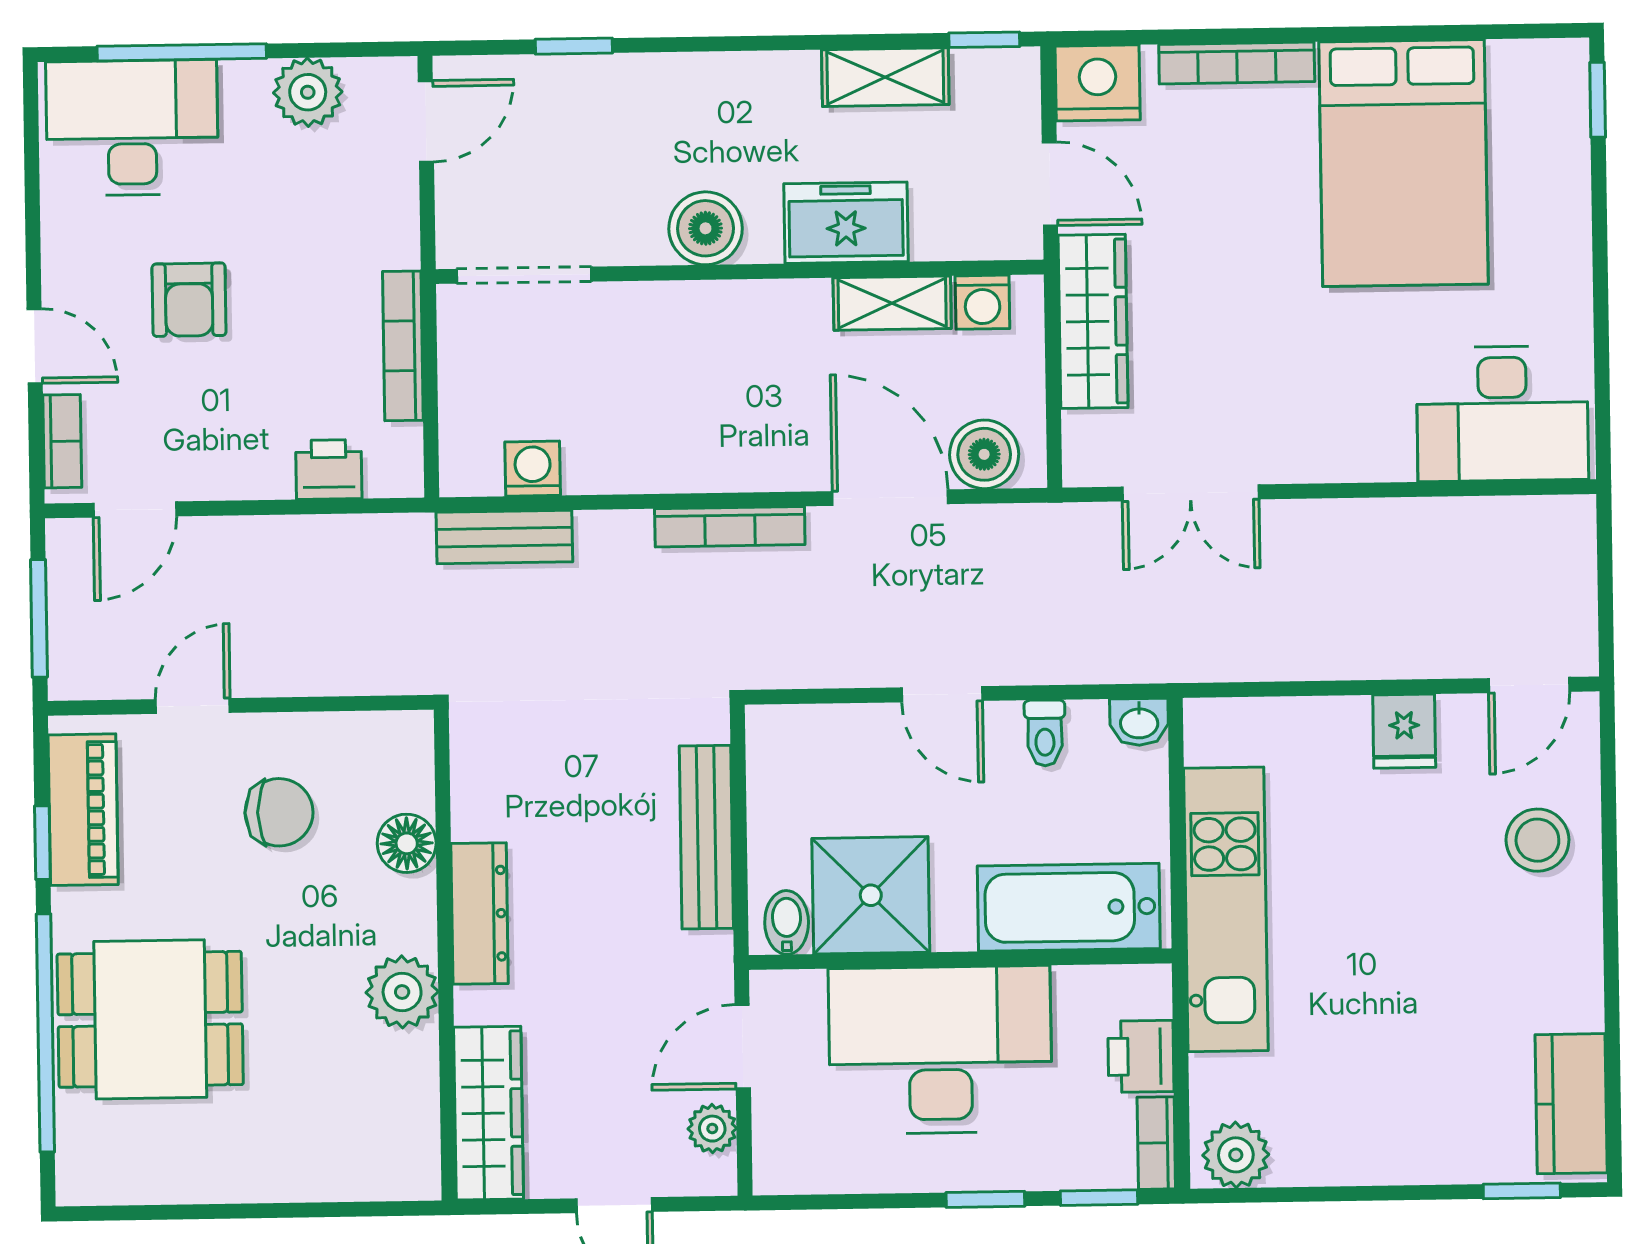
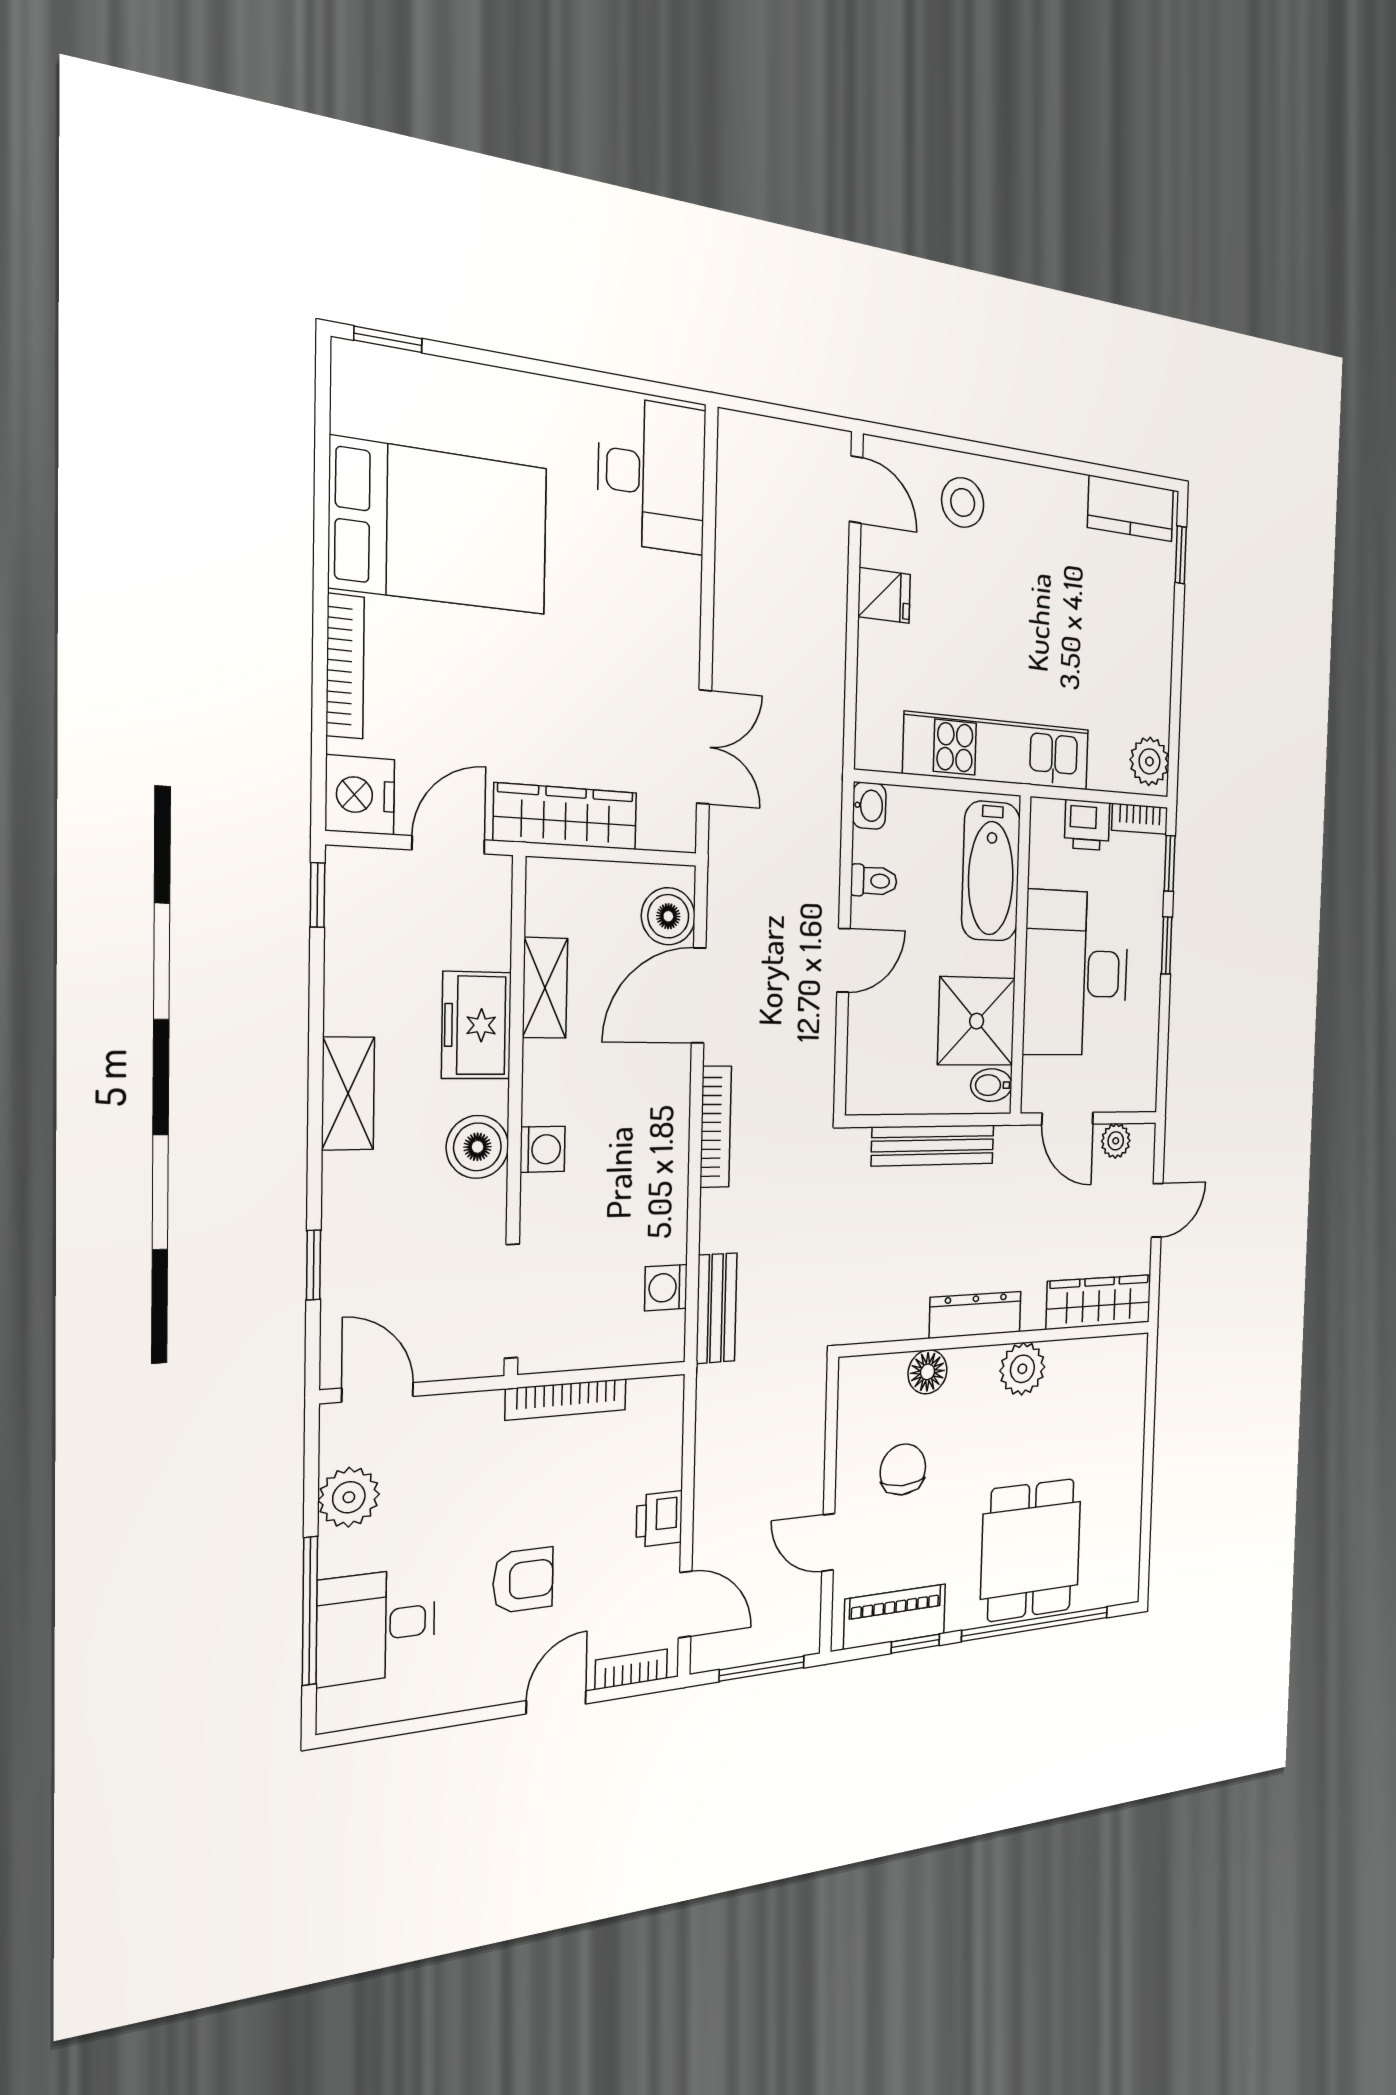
shelving: (885, 77) -> (348, 1094), moved
desk: (132, 128) -> (376, 1626), width x0.73
washing machine: (982, 302) -> (543, 1149), moved
printer: (329, 469) -> (659, 1519), moved

